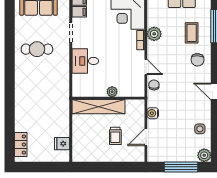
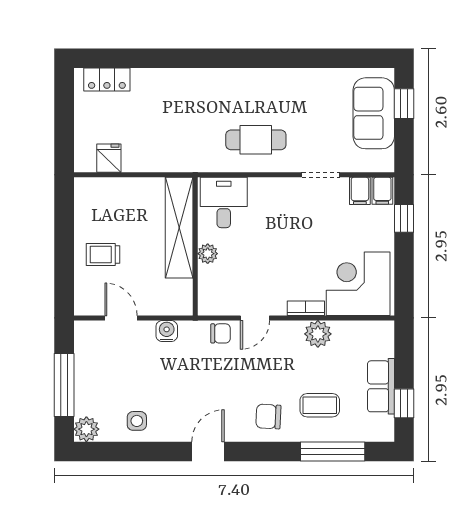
cafe table: (37, 49) -> (256, 140), moved, turned 90
desk: (85, 61) -> (224, 202), moved
trolley: (115, 136) -> (103, 255), moved

